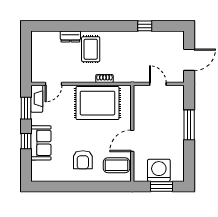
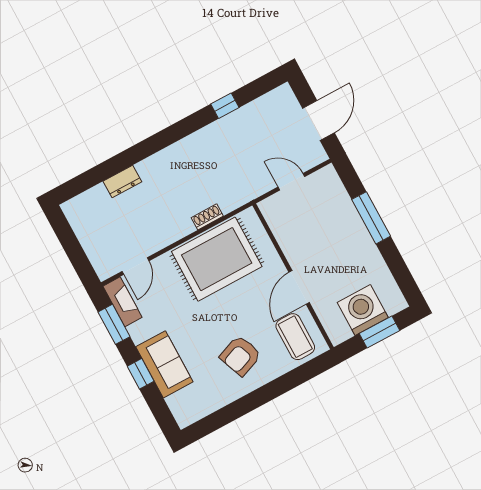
rug: (91, 49) -> (163, 184), removed
armchair: (83, 160) -> (240, 356), turned 69
coffee table: (116, 165) -> (295, 337), turned 90

